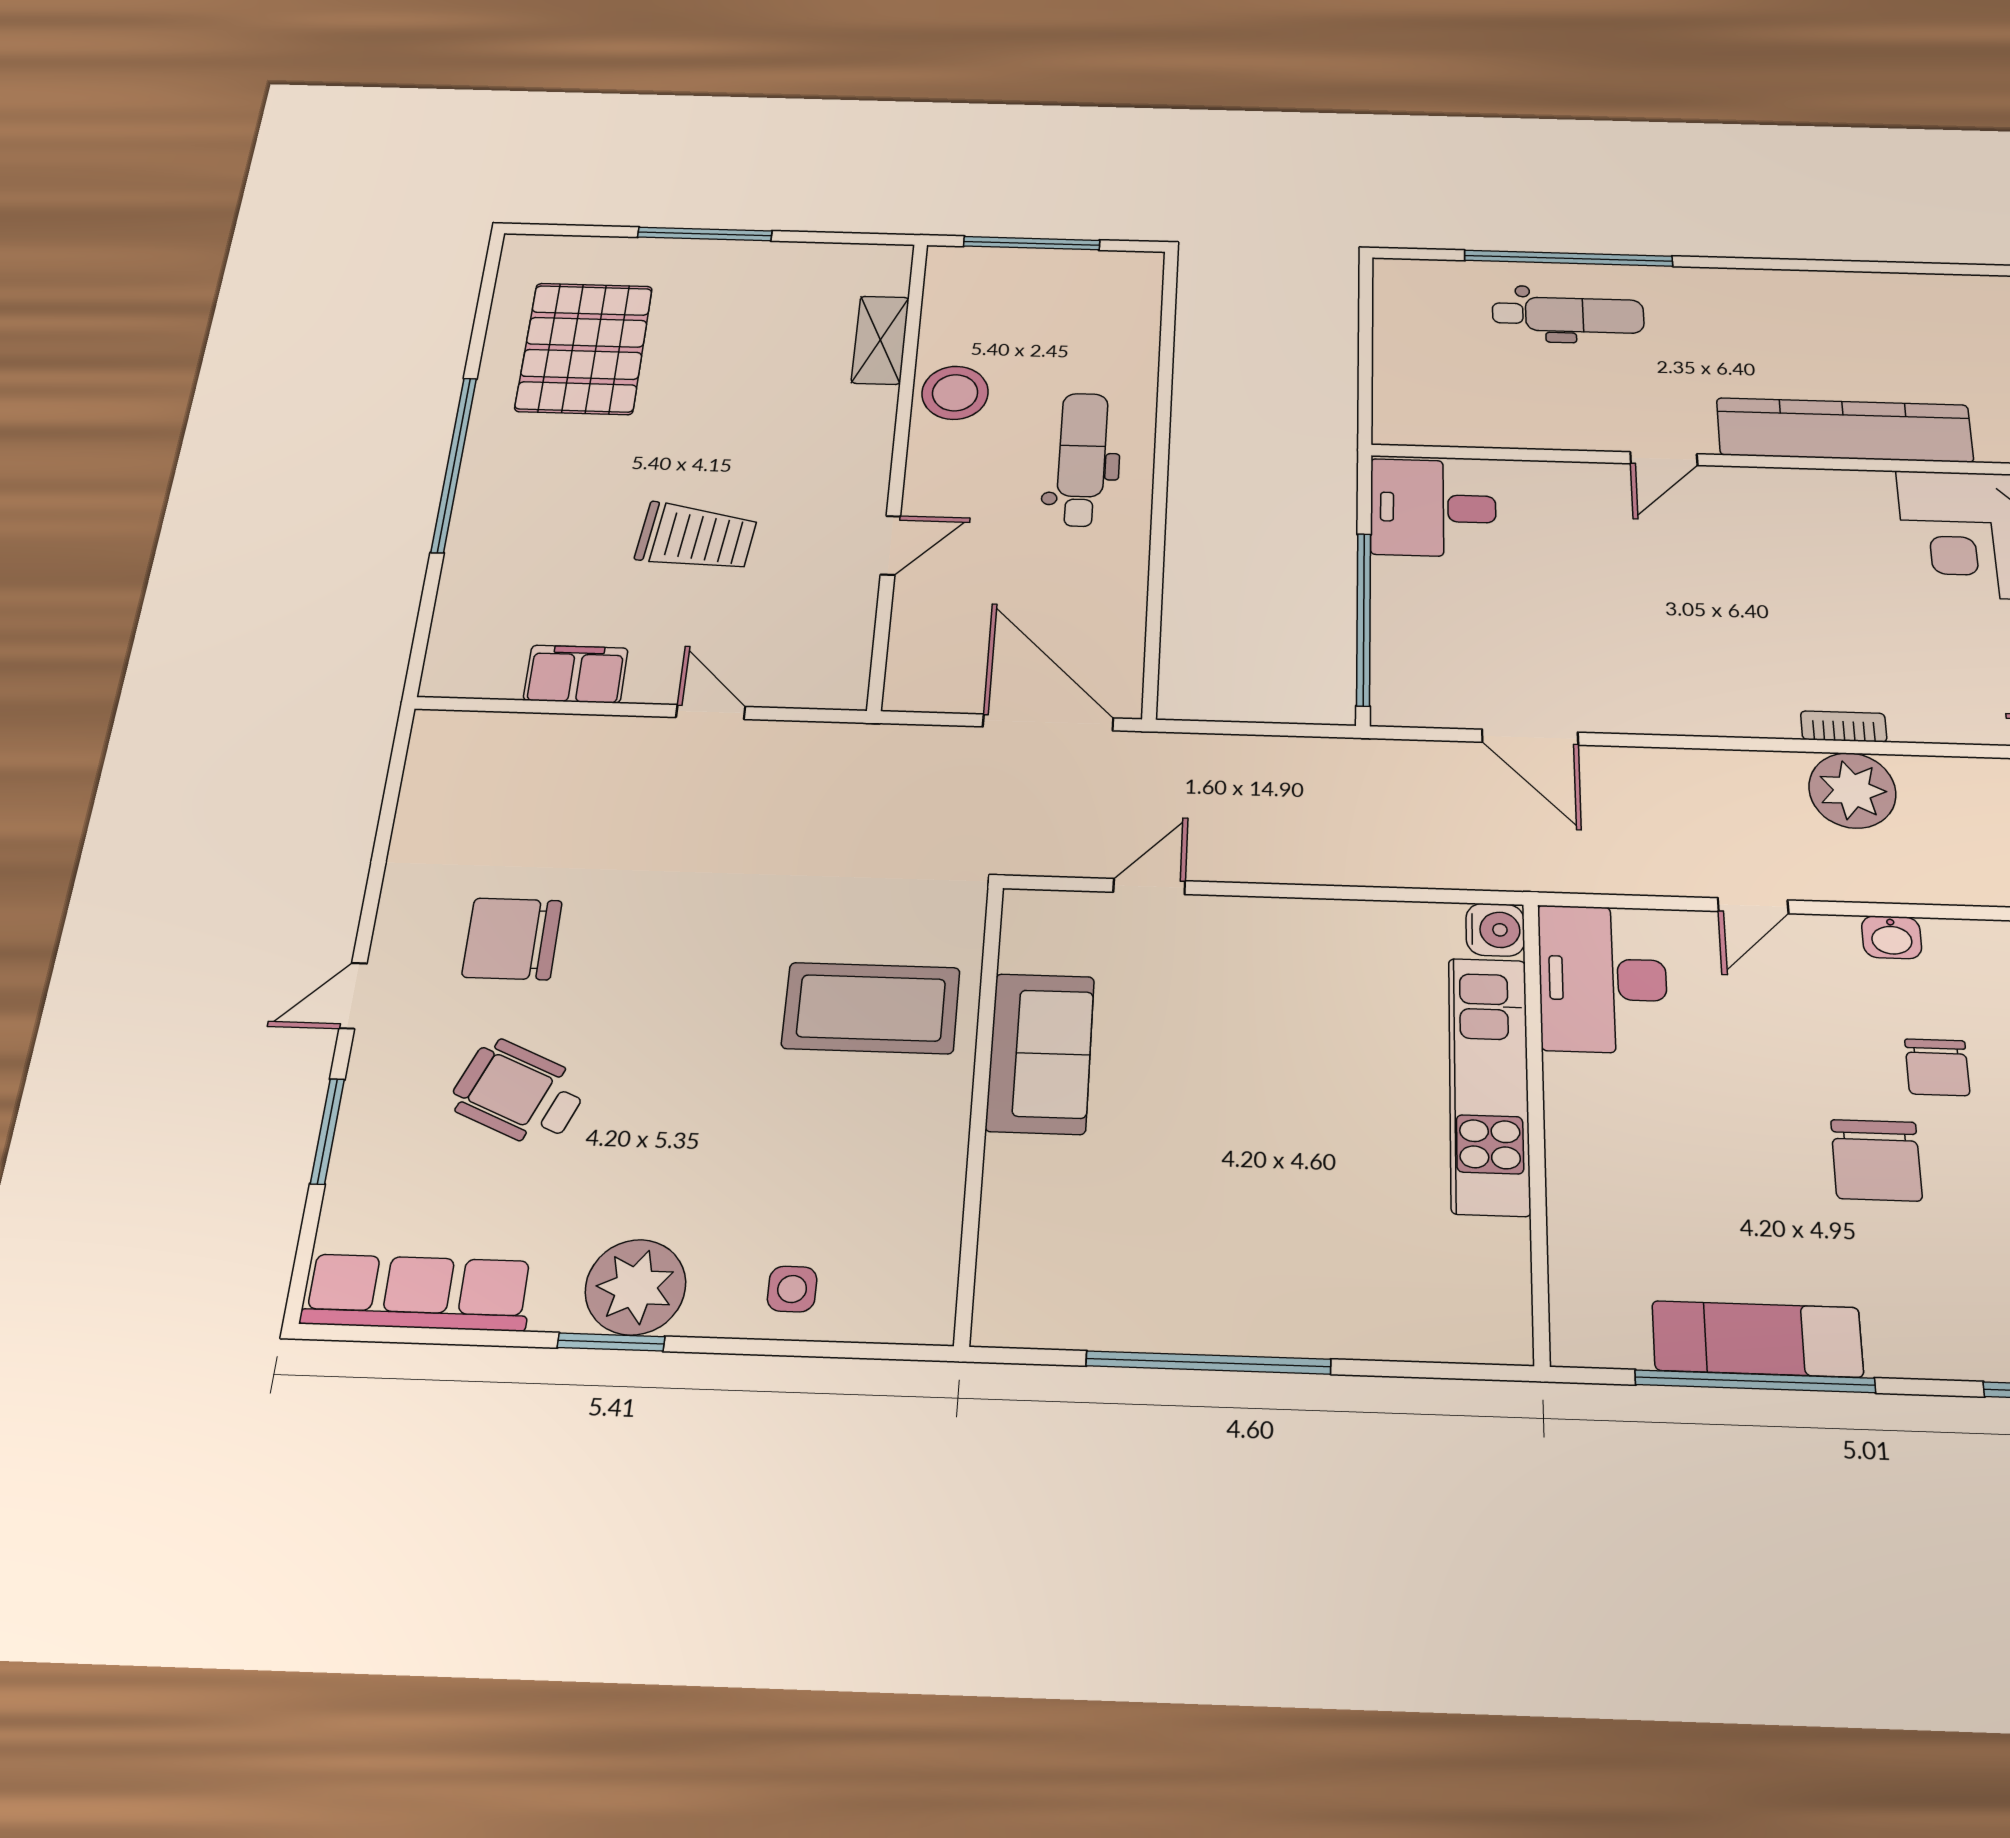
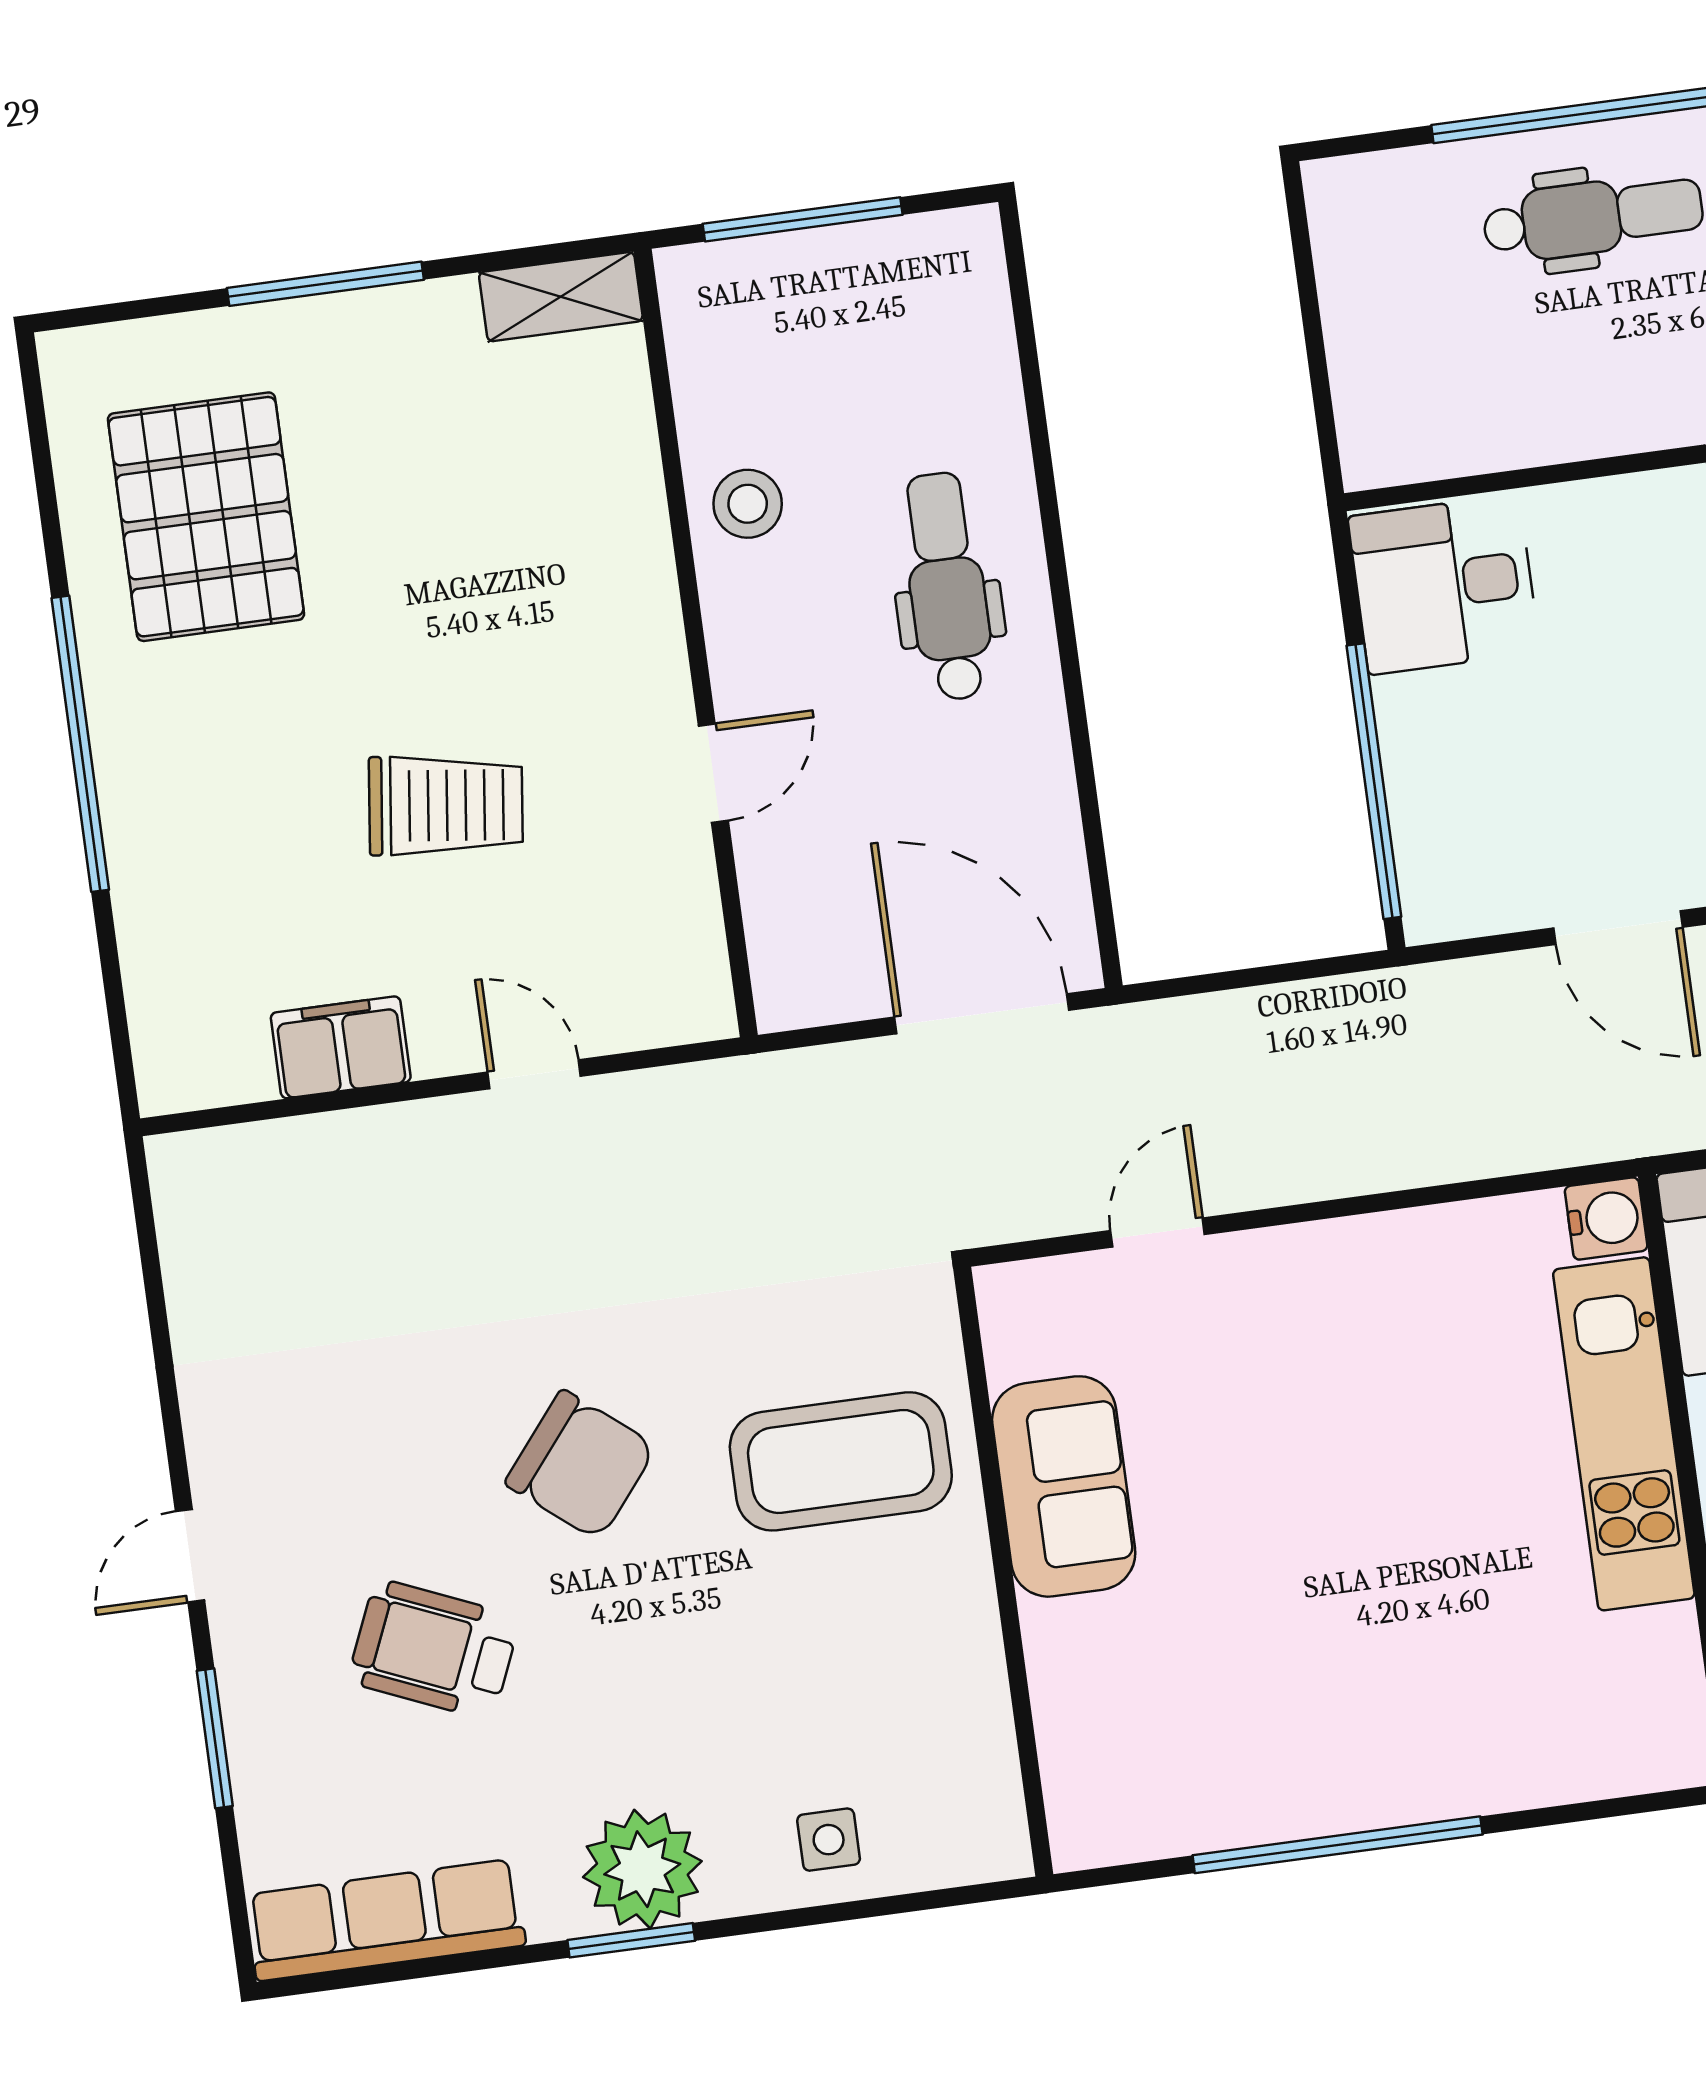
shelving: (880, 340) -> (561, 297), moved, turned 90
stool: (955, 393) -> (748, 504), width x0.73, depth x0.73
chair: (512, 939) -> (581, 1465), moved, turned -141

